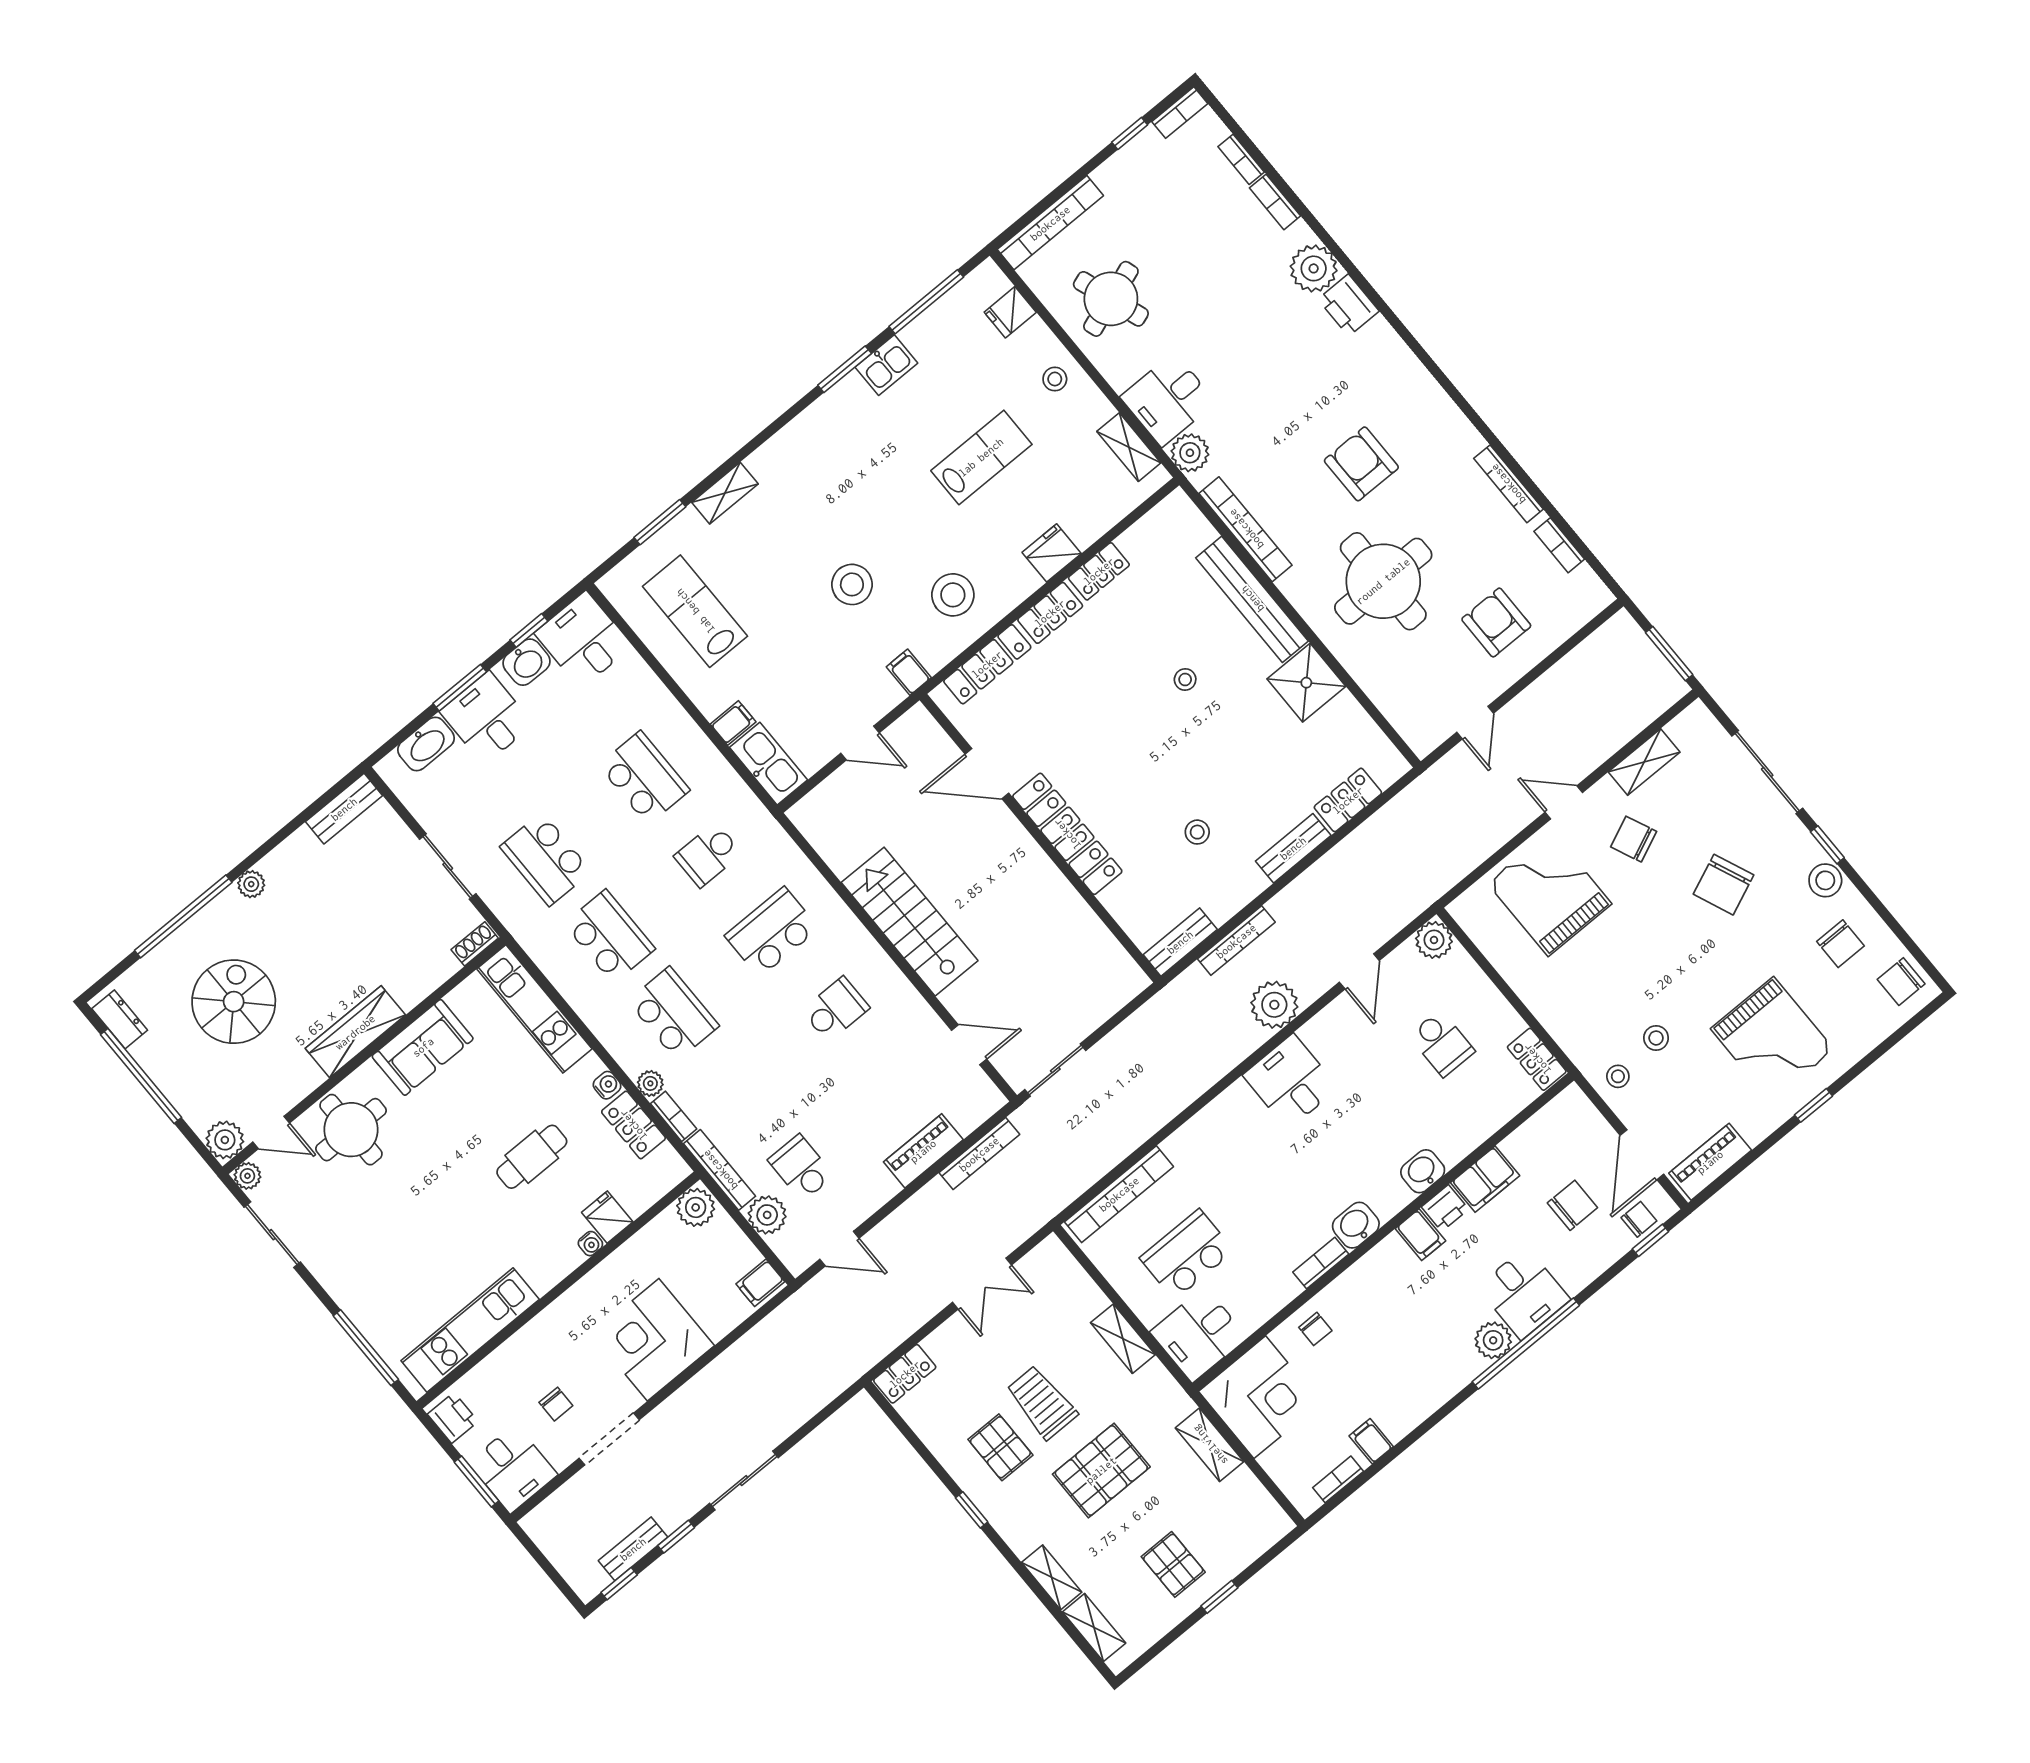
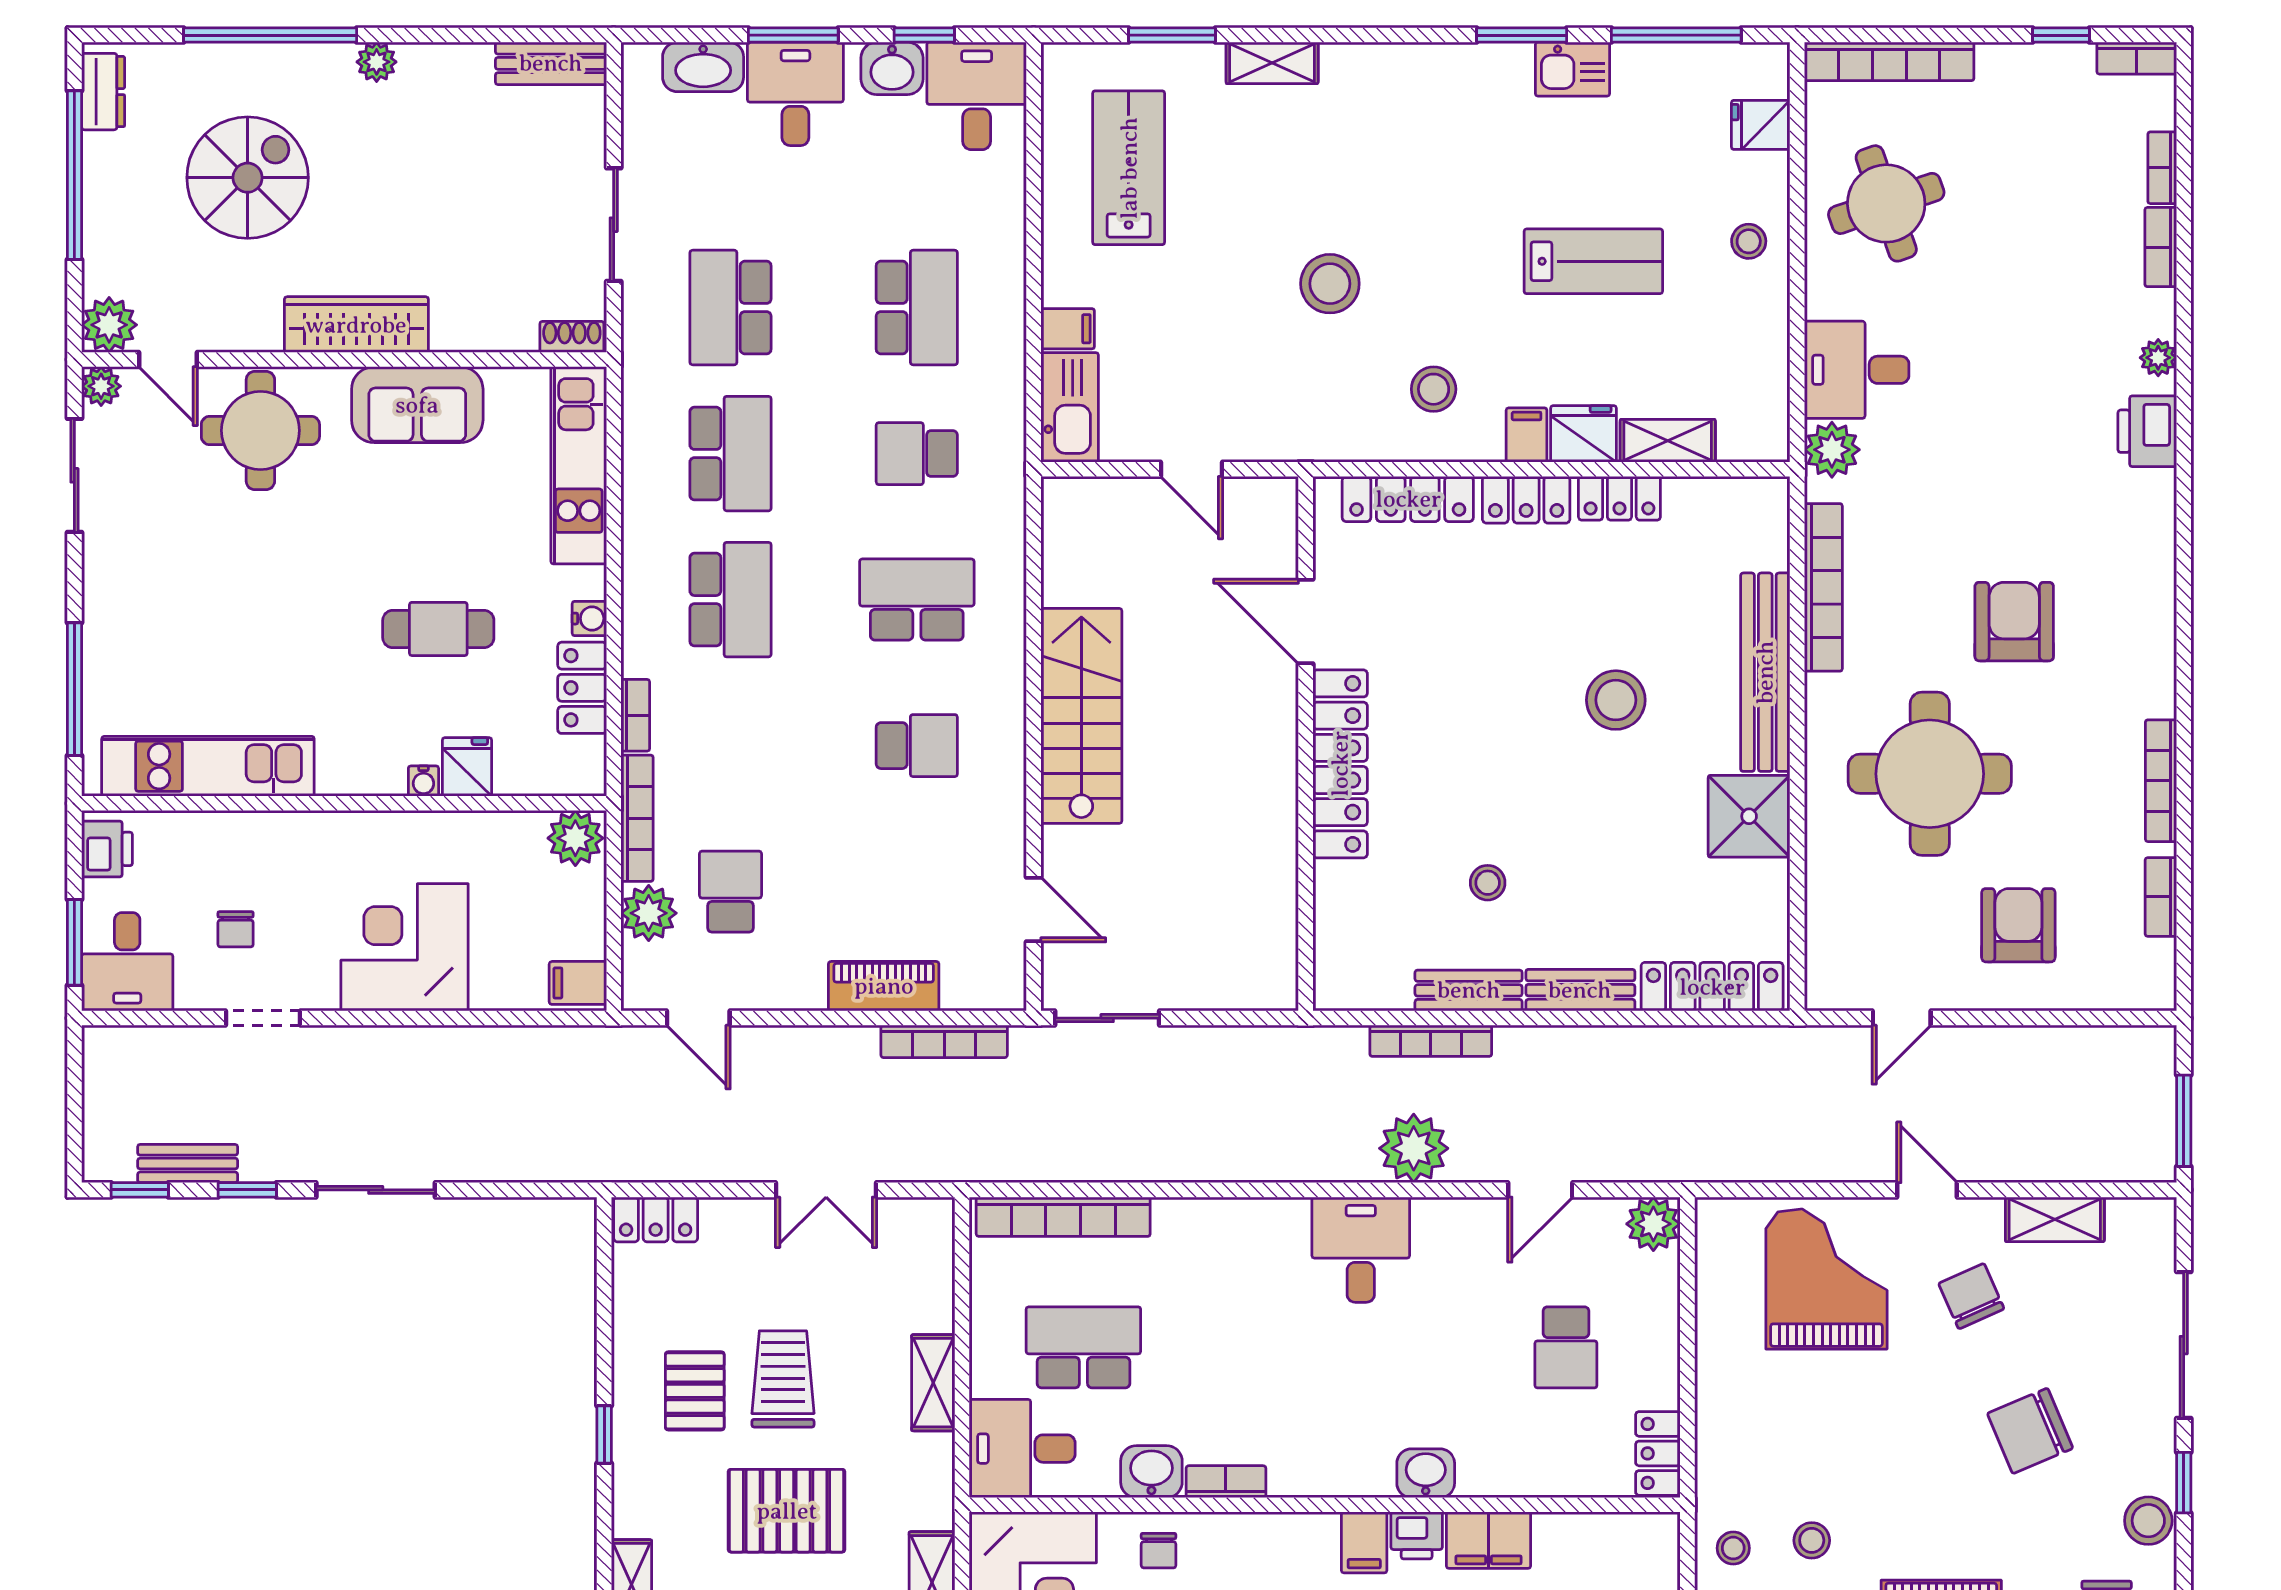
plant: (1314, 268) -> (2158, 358), width x0.53, depth x0.53
shelving: (1129, 447) -> (1668, 441), moved, turned 90
stool: (953, 595) -> (1434, 389), width x0.73, depth x0.73
filing cabinet: (909, 672) -> (1527, 435), moved
stool: (1185, 680) -> (1616, 700), width x1.89, depth x1.89
locker: (1348, 800) -> (1712, 987), width x1.53
bench: (1180, 942) -> (1469, 990), moved
plant: (650, 1083) -> (640, 657), removed
washbasin: (1356, 1225) -> (1151, 1472), moved
doorway: (609, 1439) -> (263, 1018), width x0.73

